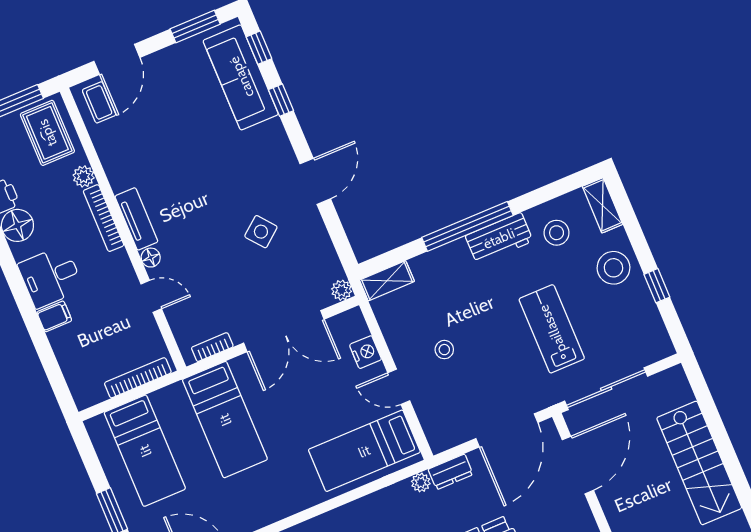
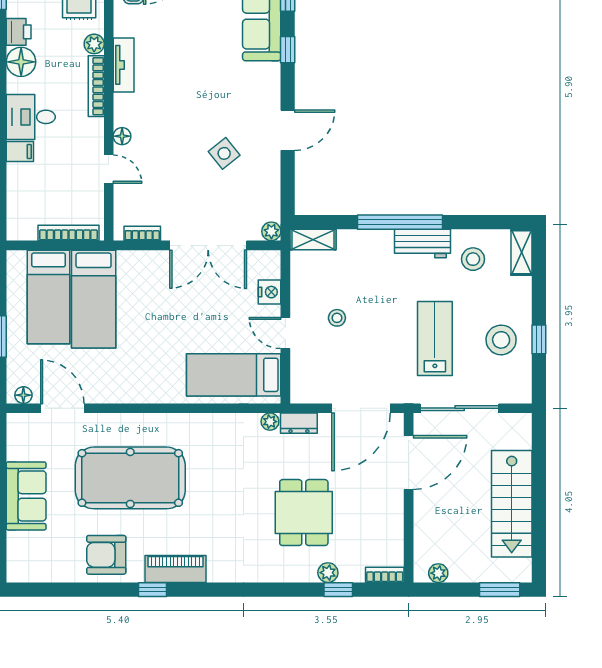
tv unit: (136, 219) -> (124, 65), moved
stool: (613, 268) -> (501, 340), moved
bed: (225, 420) -> (94, 299), moved

